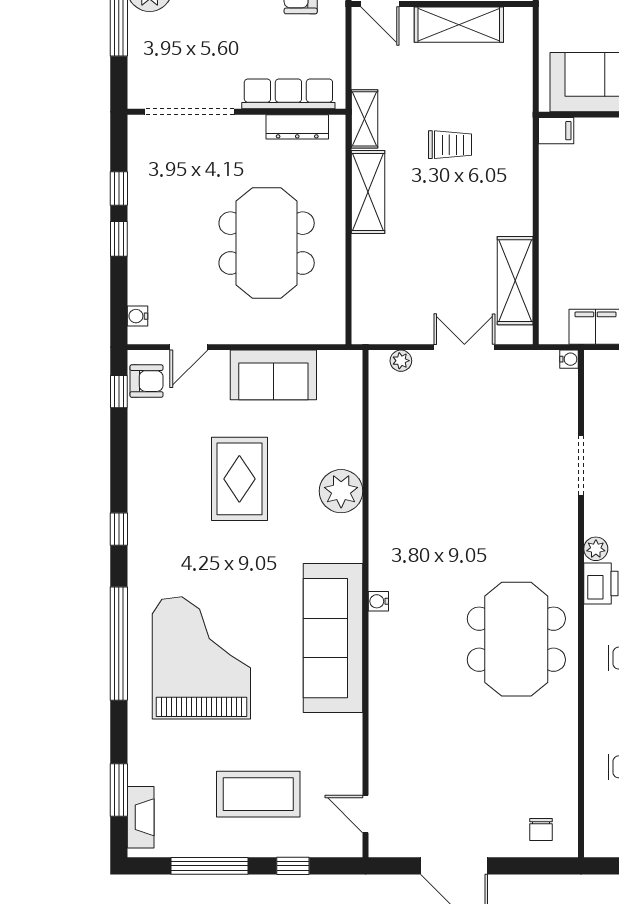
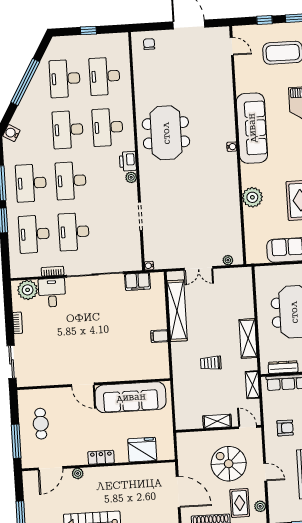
shelving: (459, 25) -> (217, 421), width x0.67, depth x0.75
shelving: (365, 119) -> (252, 385), moved
filing cabinet: (556, 131) -> (159, 336), moved
shelving: (515, 281) -> (177, 311), width x1.47

